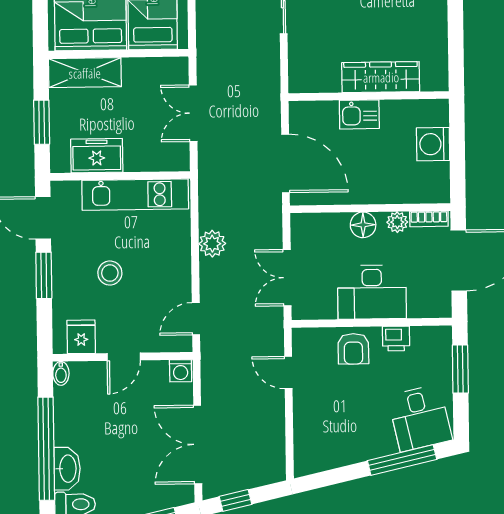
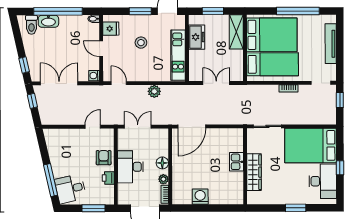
wardrobe: (381, 77) -> (254, 172), moved
wall: (369, 96) -> (245, 166), moved
kitchen sink: (359, 114) -> (236, 162), moved
armchair: (353, 349) -> (104, 158), turned 90

